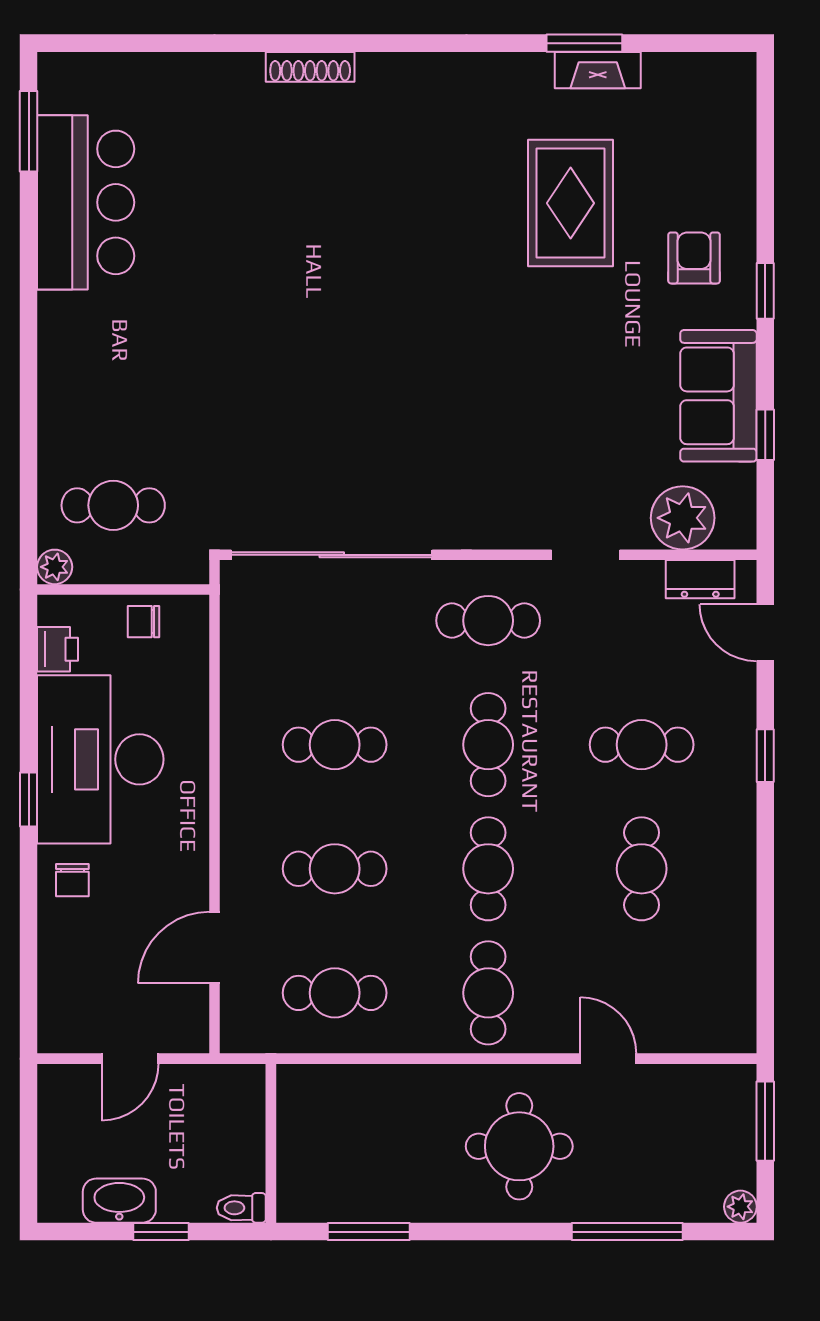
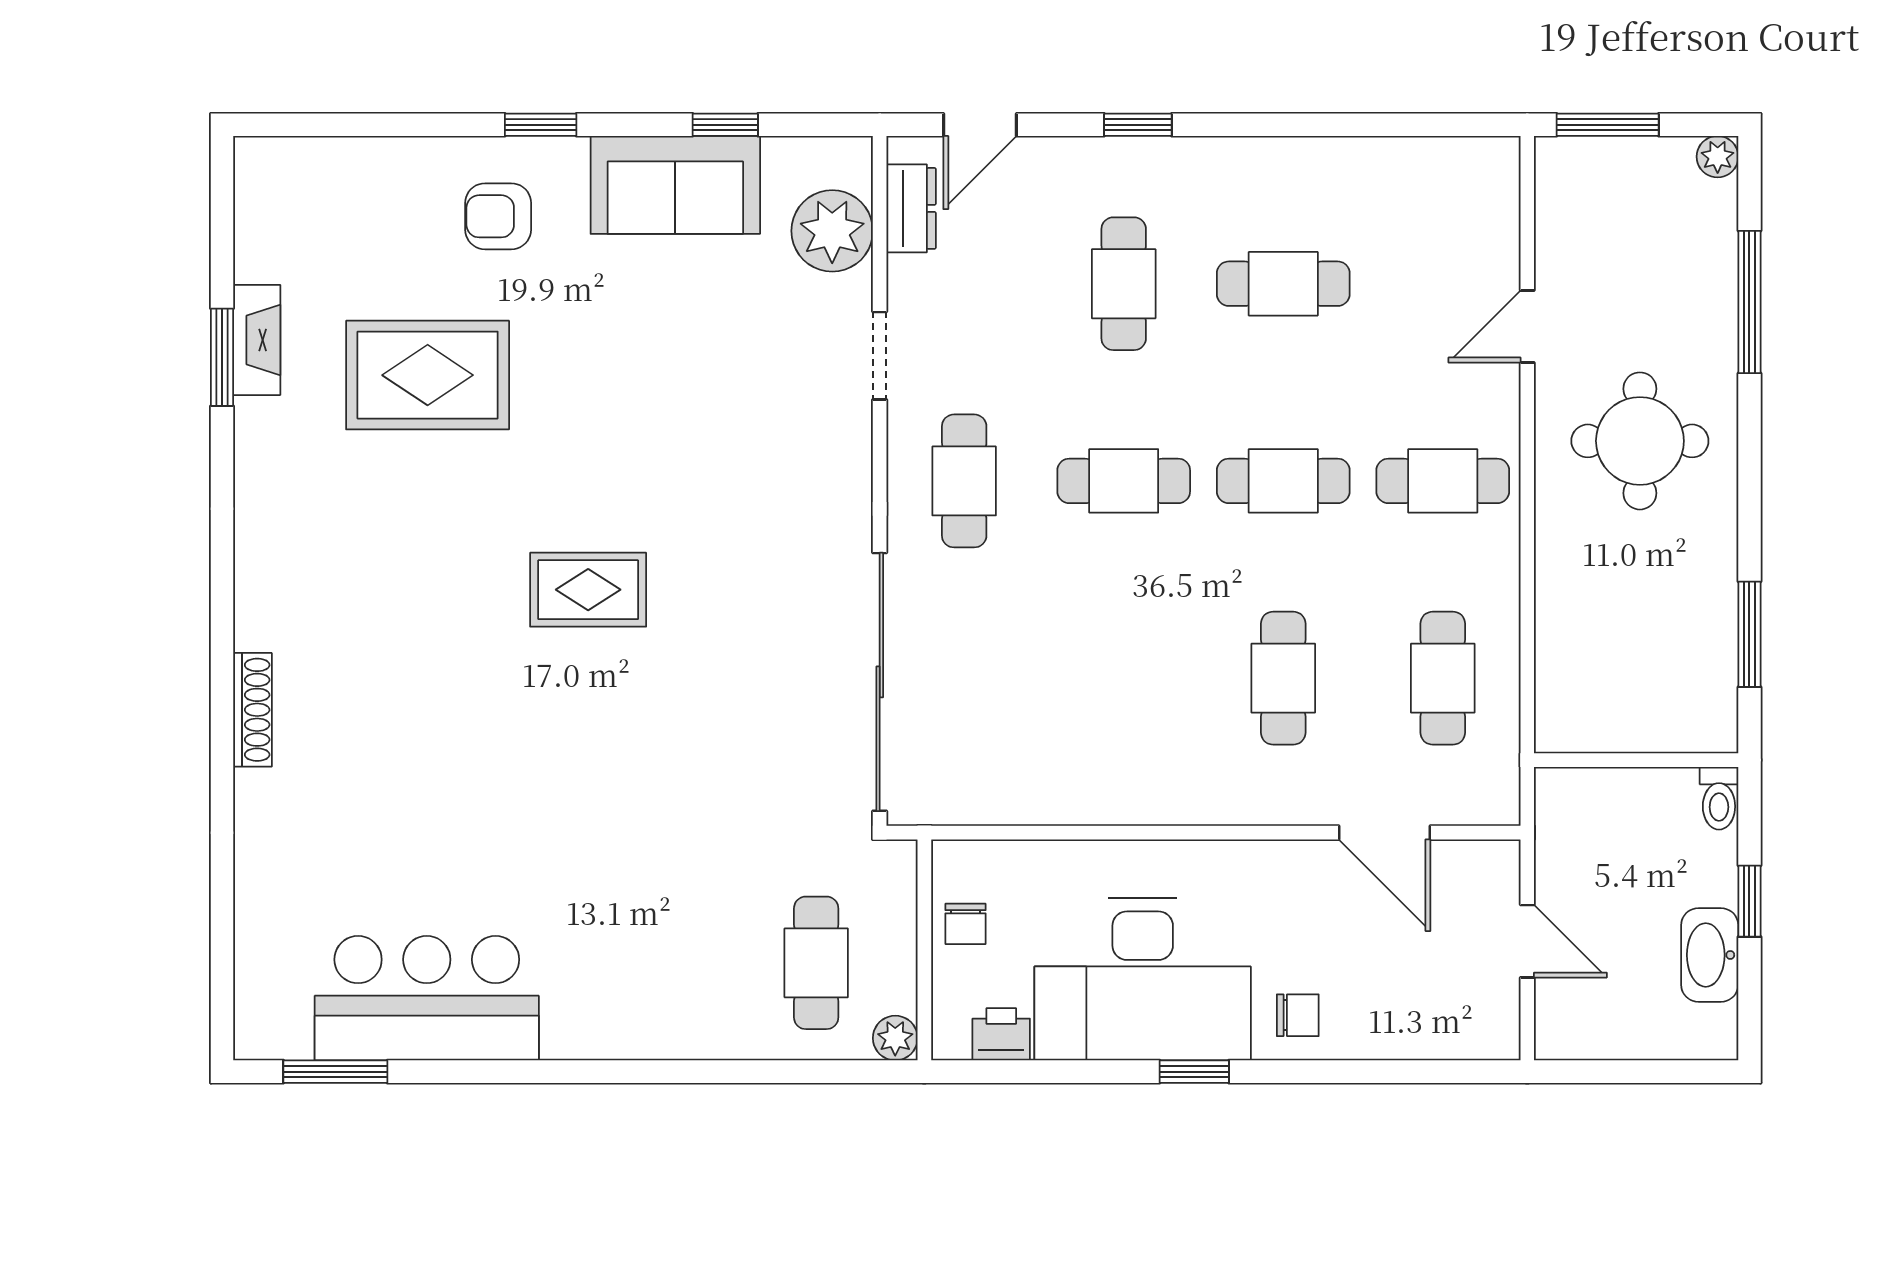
rug: (404, 328) -> (588, 590), added
cafe table: (335, 745) -> (1124, 678), removed

